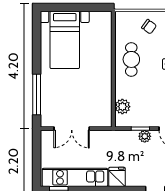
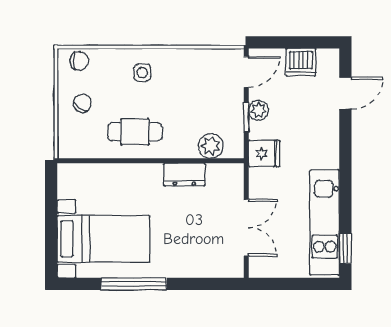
dresser: (105, 90) -> (184, 175), added
window: (37, 94) -> (134, 284), moved
fridge: (117, 177) -> (264, 153), moved, turned 180

